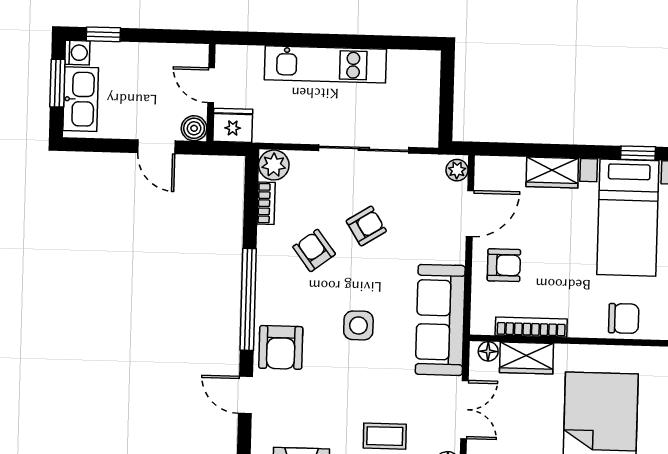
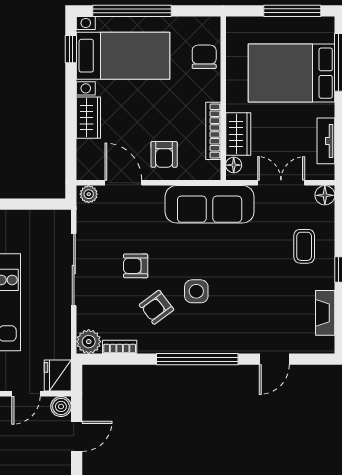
armchair: (366, 226) -> (136, 266), turned -58
armchair: (504, 265) -> (164, 154), turned 180
side table: (358, 325) -> (196, 291), moved
armchair: (281, 347) -> (235, 332), removed

